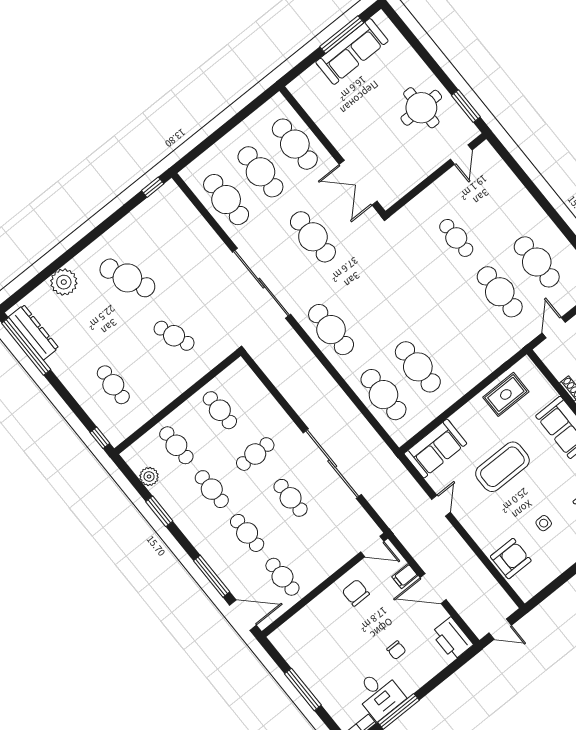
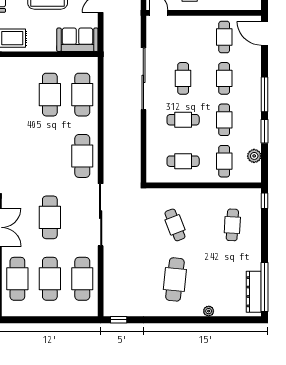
cafe table: (127, 278) -> (175, 279), turned 30
plant: (64, 282) -> (209, 311), width x0.53, depth x0.53
cafe table: (220, 410) -> (183, 161), turned 90
window: (212, 576) -> (264, 94), moved

